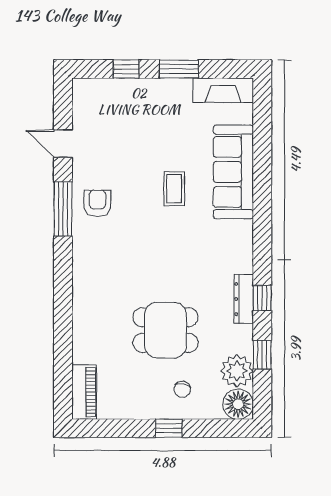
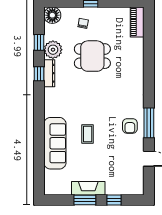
fireplace: (223, 90) -> (88, 188), moved
plant: (237, 371) -> (53, 50), moved

